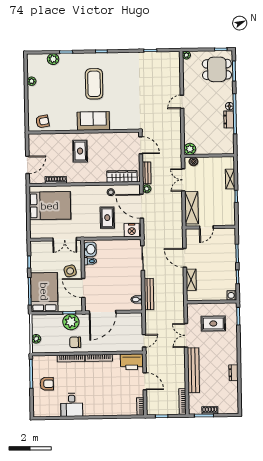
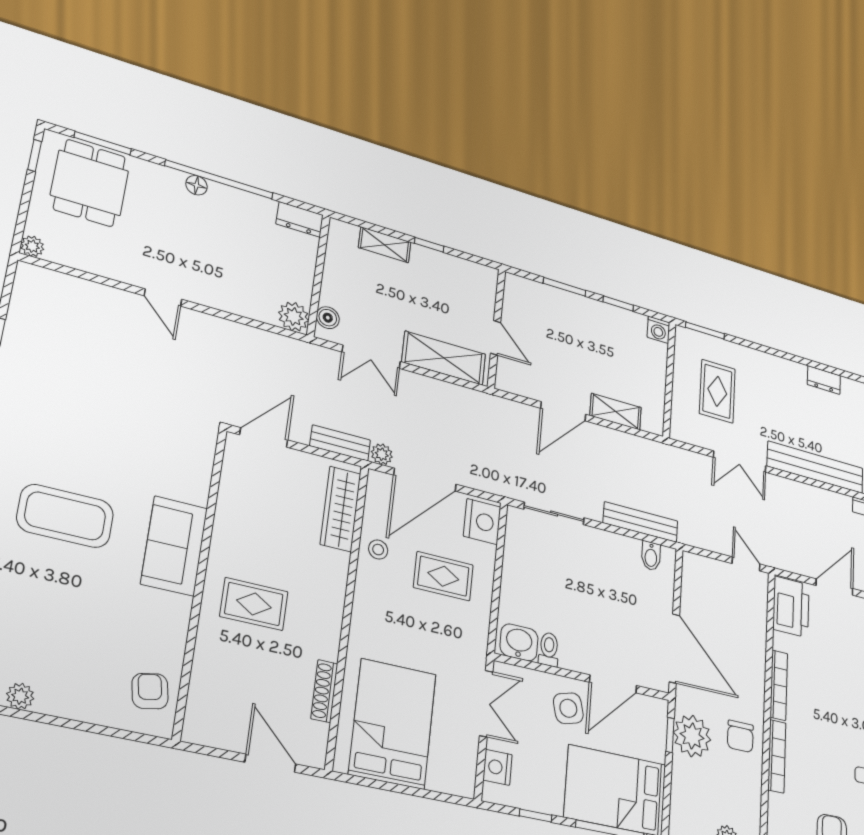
dresser: (229, 119) -> (300, 219), moved
nightstand: (43, 246) -> (497, 767), added

